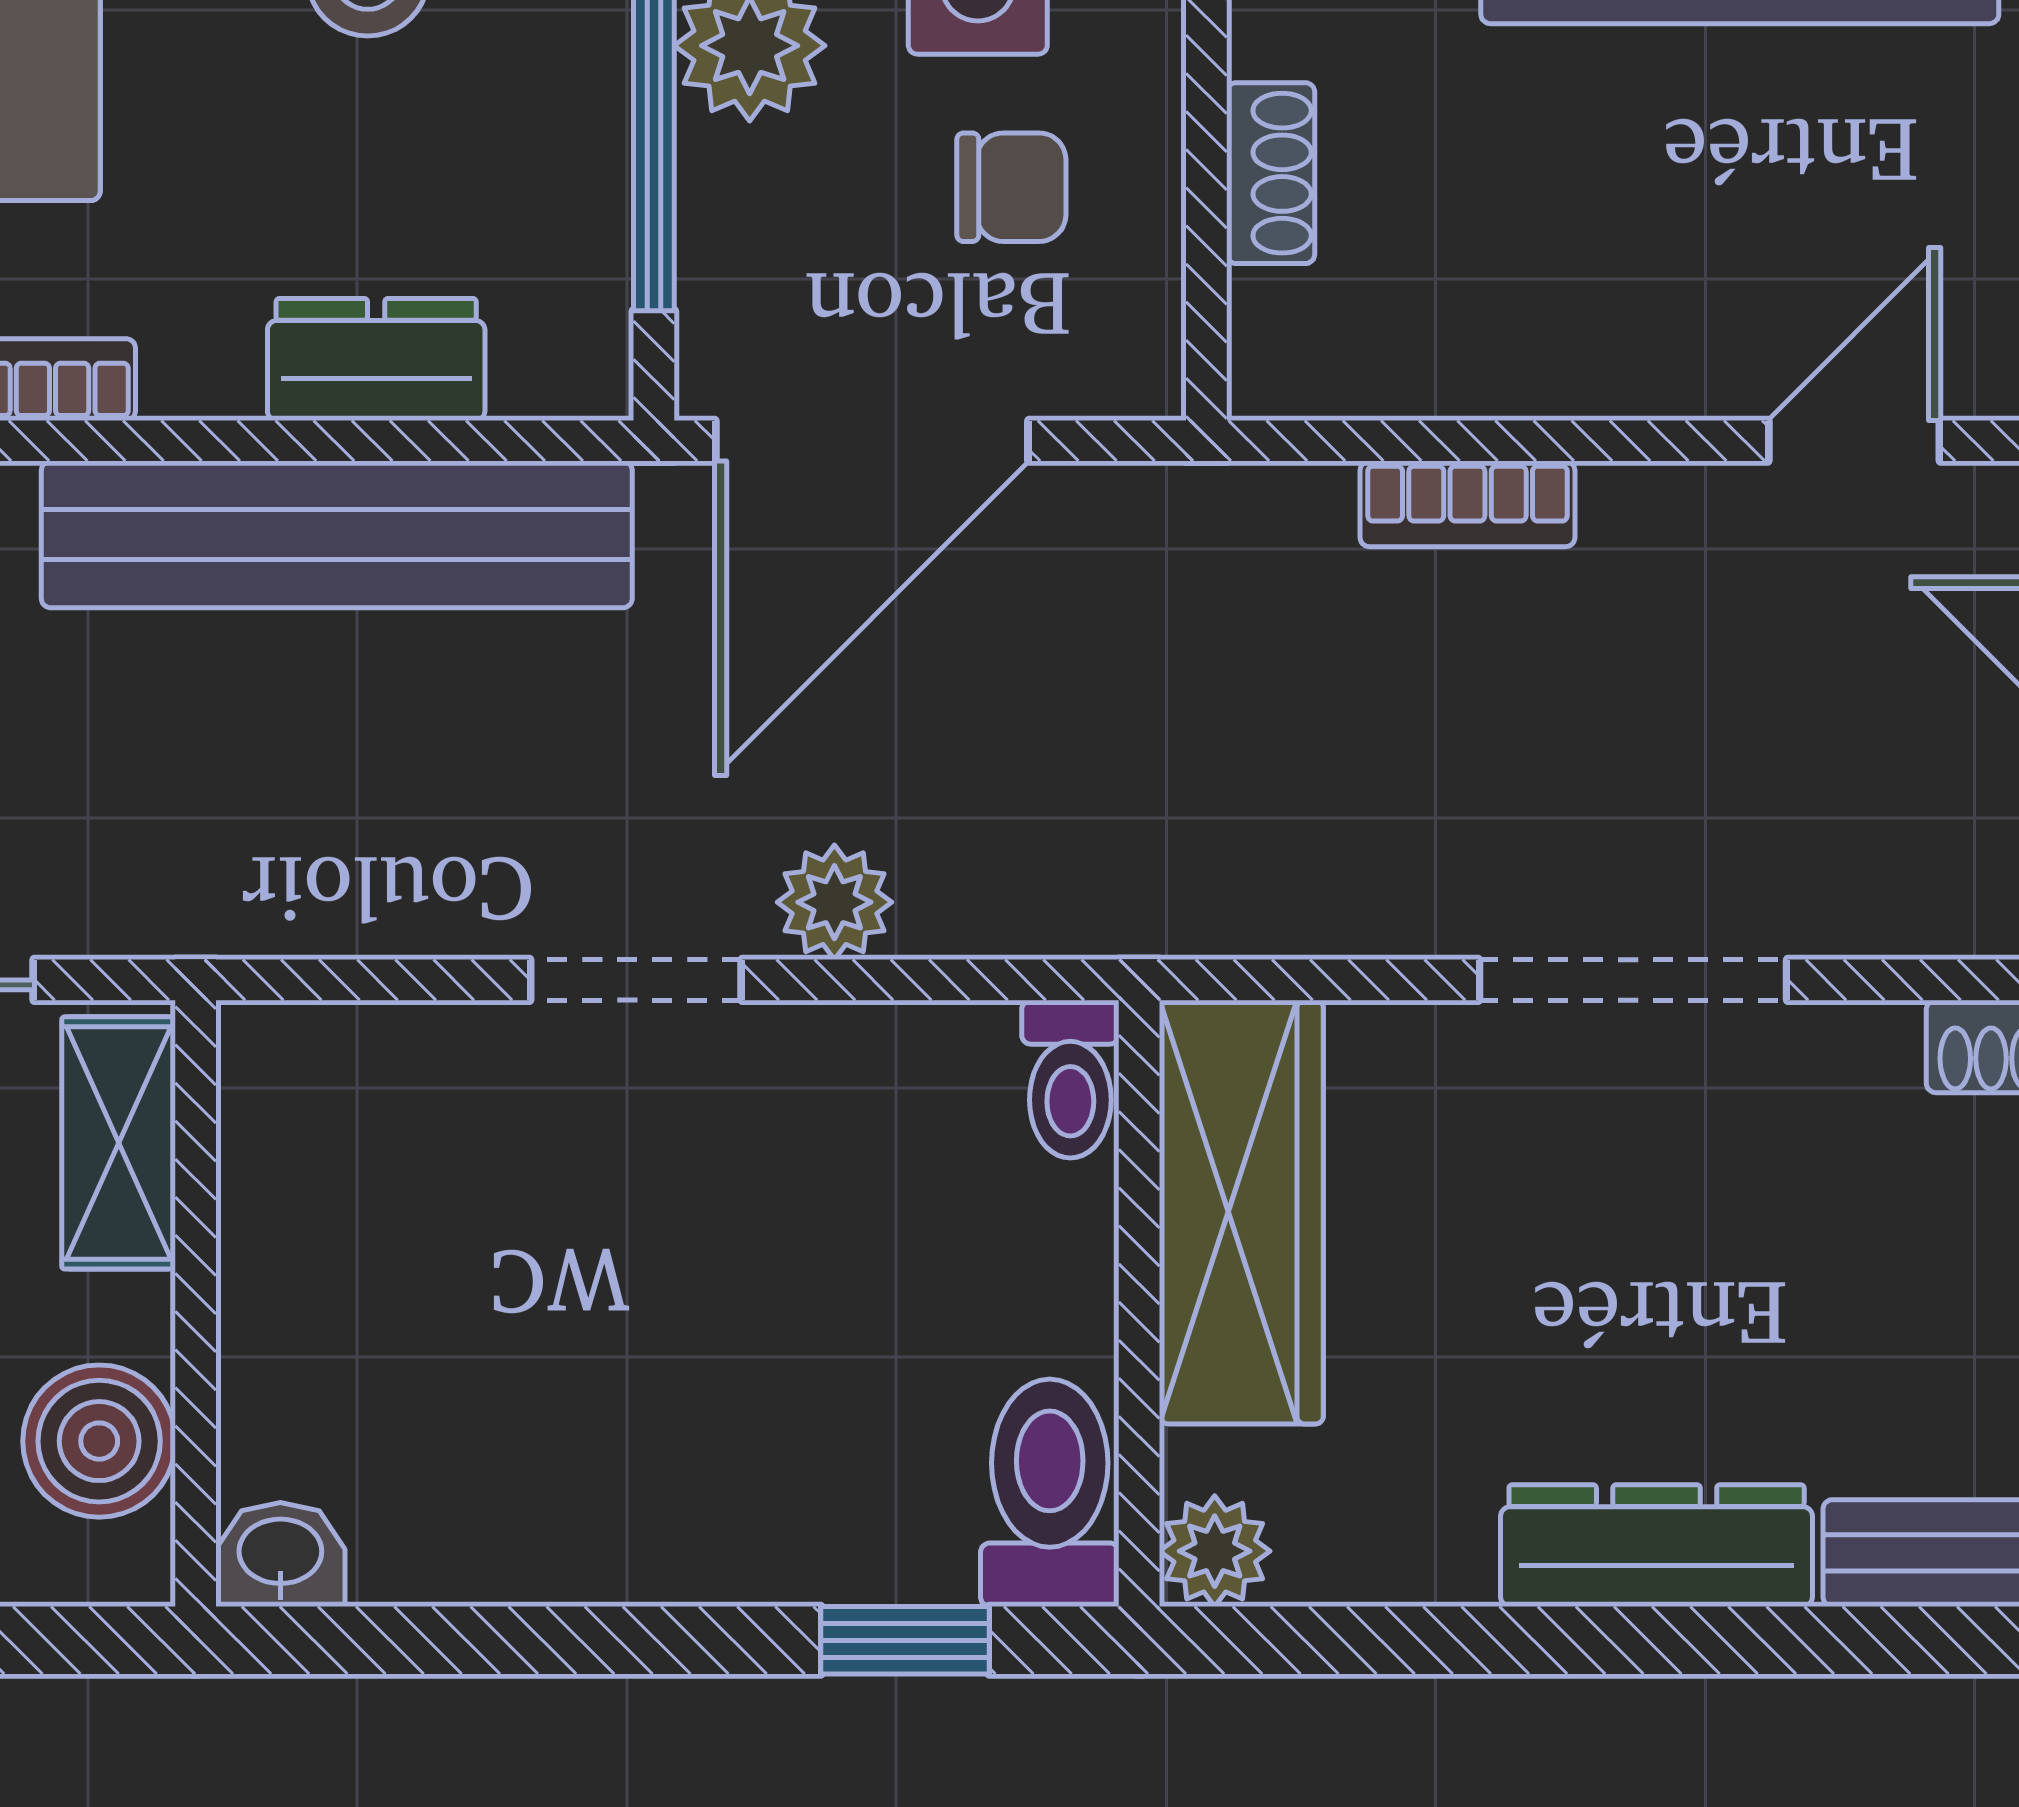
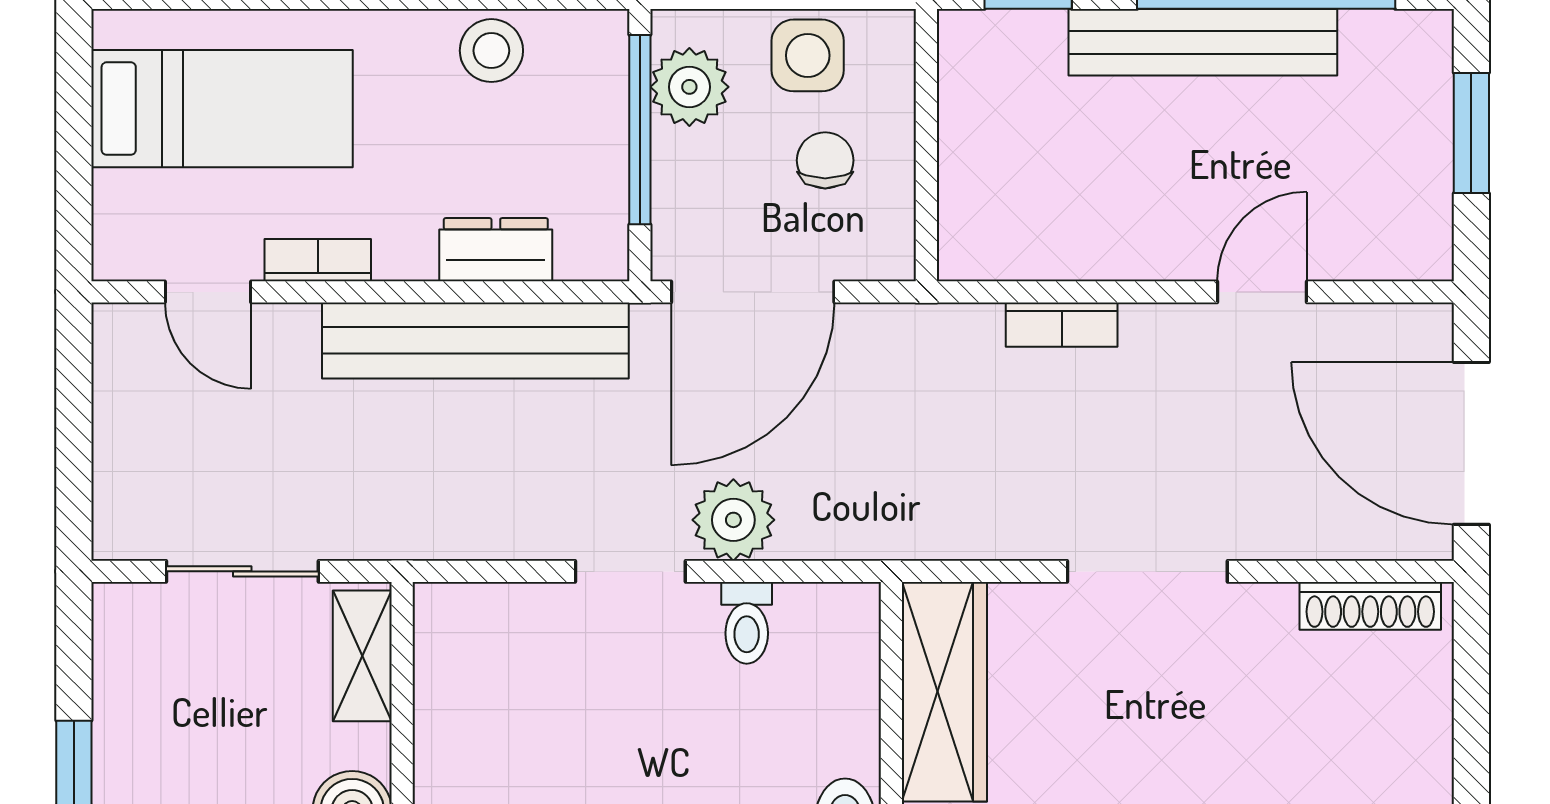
shoe rack: (1271, 173) -> (960, 153), removed
chair: (1011, 187) -> (825, 160), turned -90
plant: (834, 902) -> (733, 520), width x1.38, depth x1.38
toilet: (1070, 1079) -> (747, 623), moved

